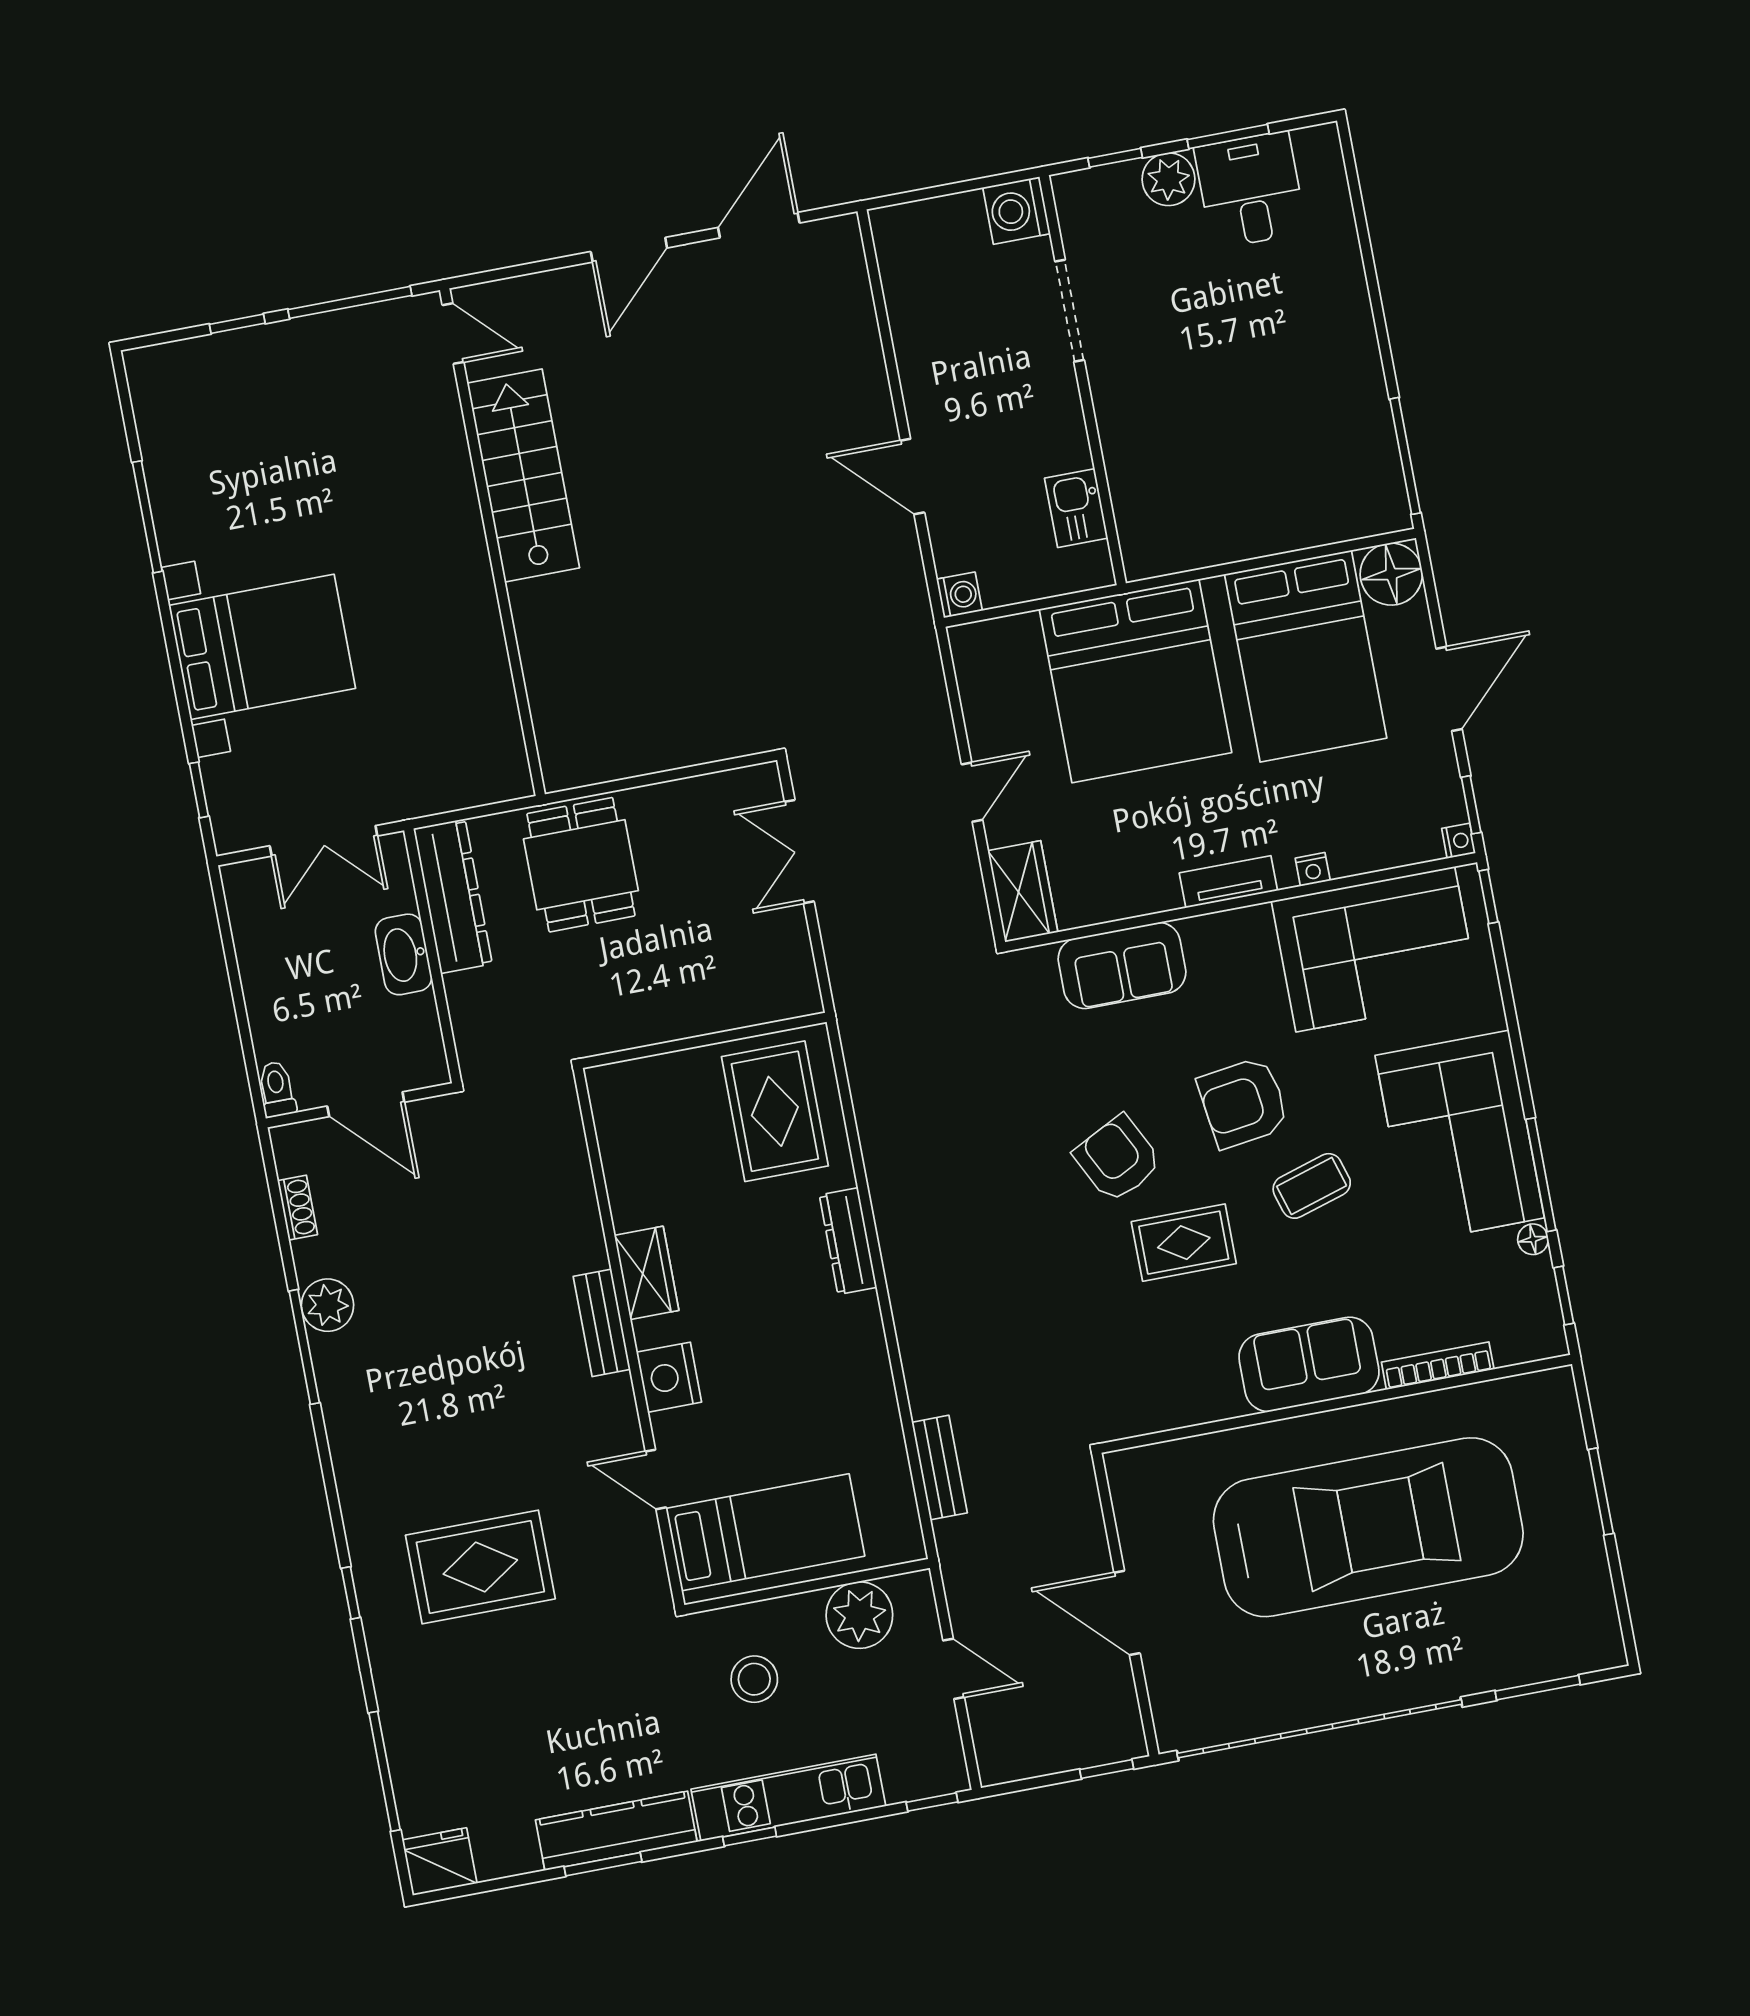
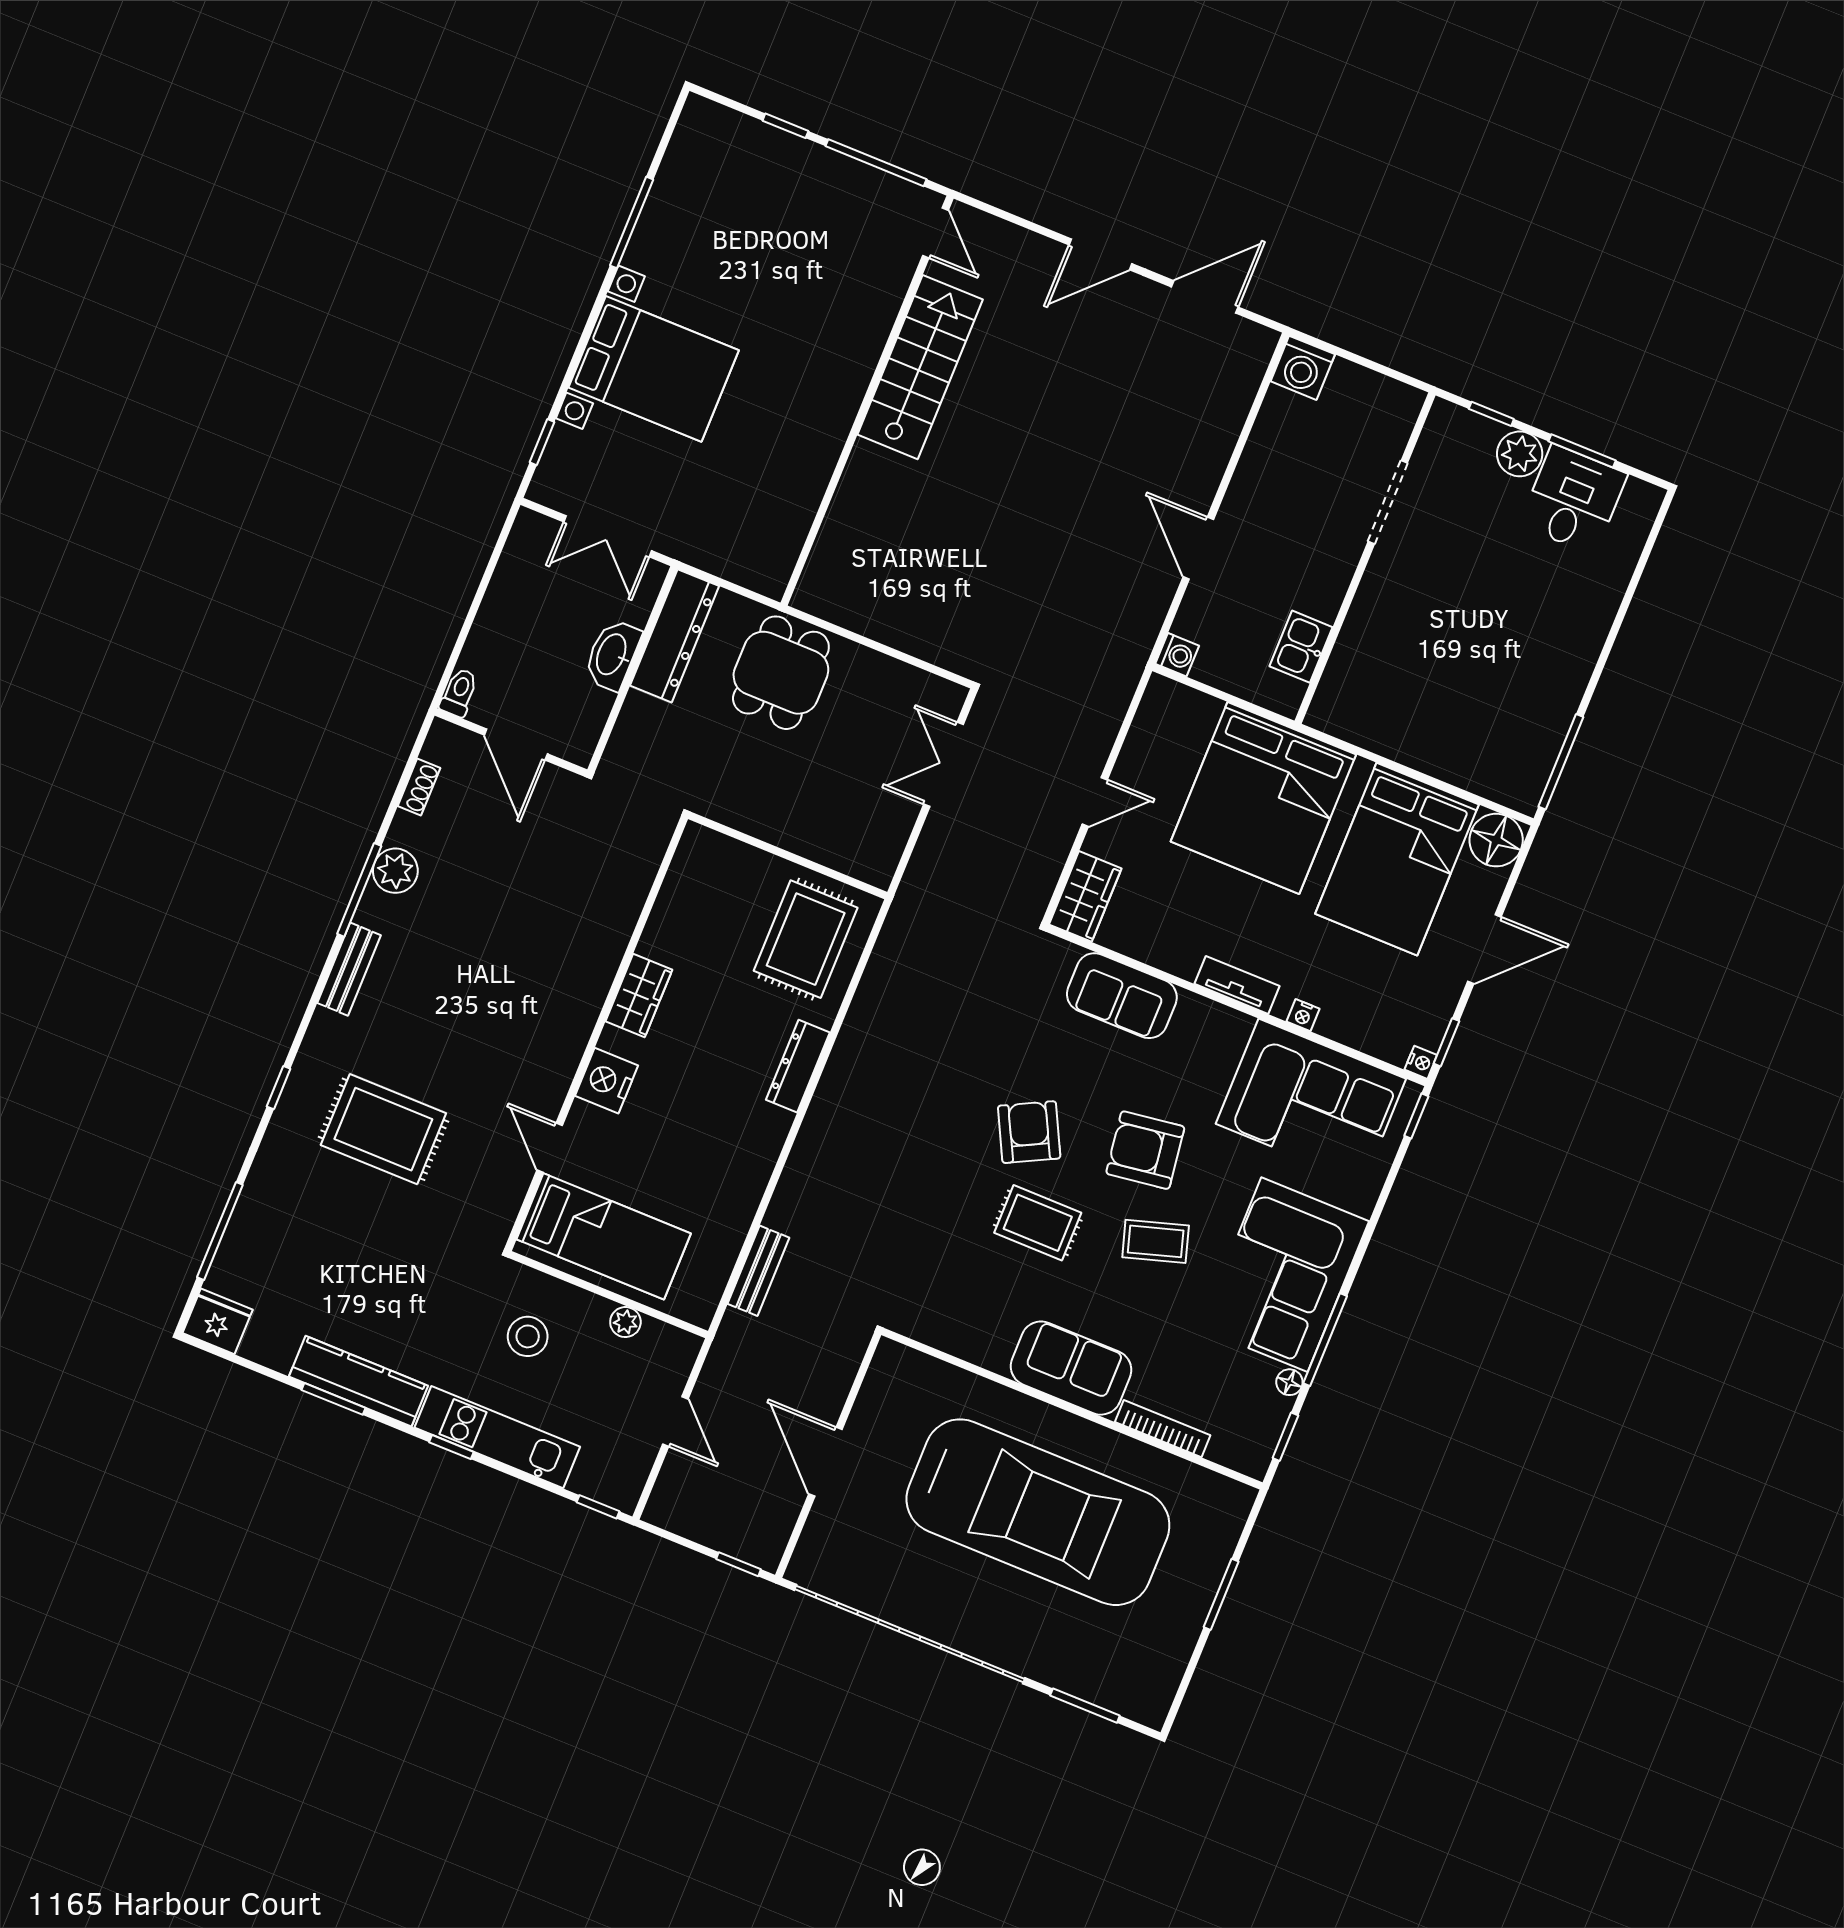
washing machine: (1017, 211) -> (1303, 368), moved, turned -90
bench: (602, 1323) -> (349, 969), moved
plant: (859, 1615) -> (625, 1322), width x0.53, depth x0.53

